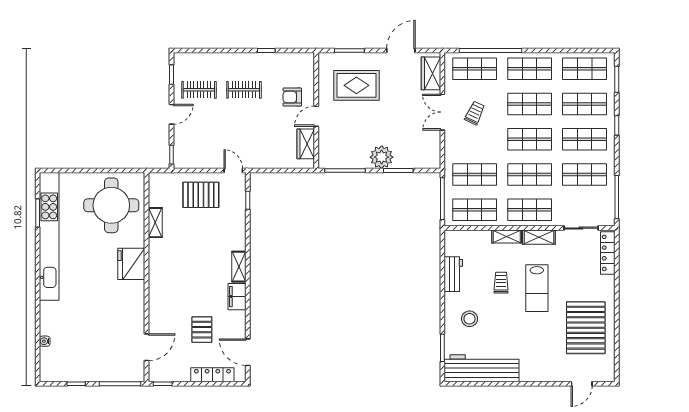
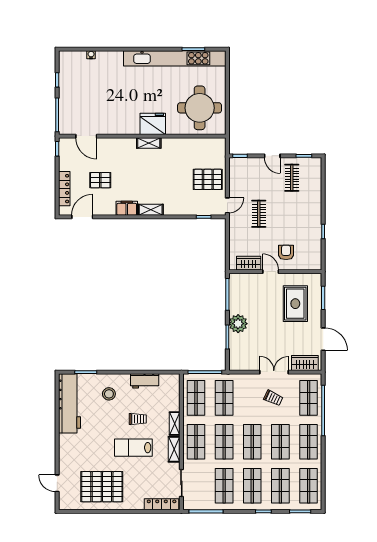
clothes rail: (244, 90) -> (259, 214), moved
pallet: (201, 195) -> (208, 179), turned 90
shelving: (155, 223) -> (149, 143), moved

